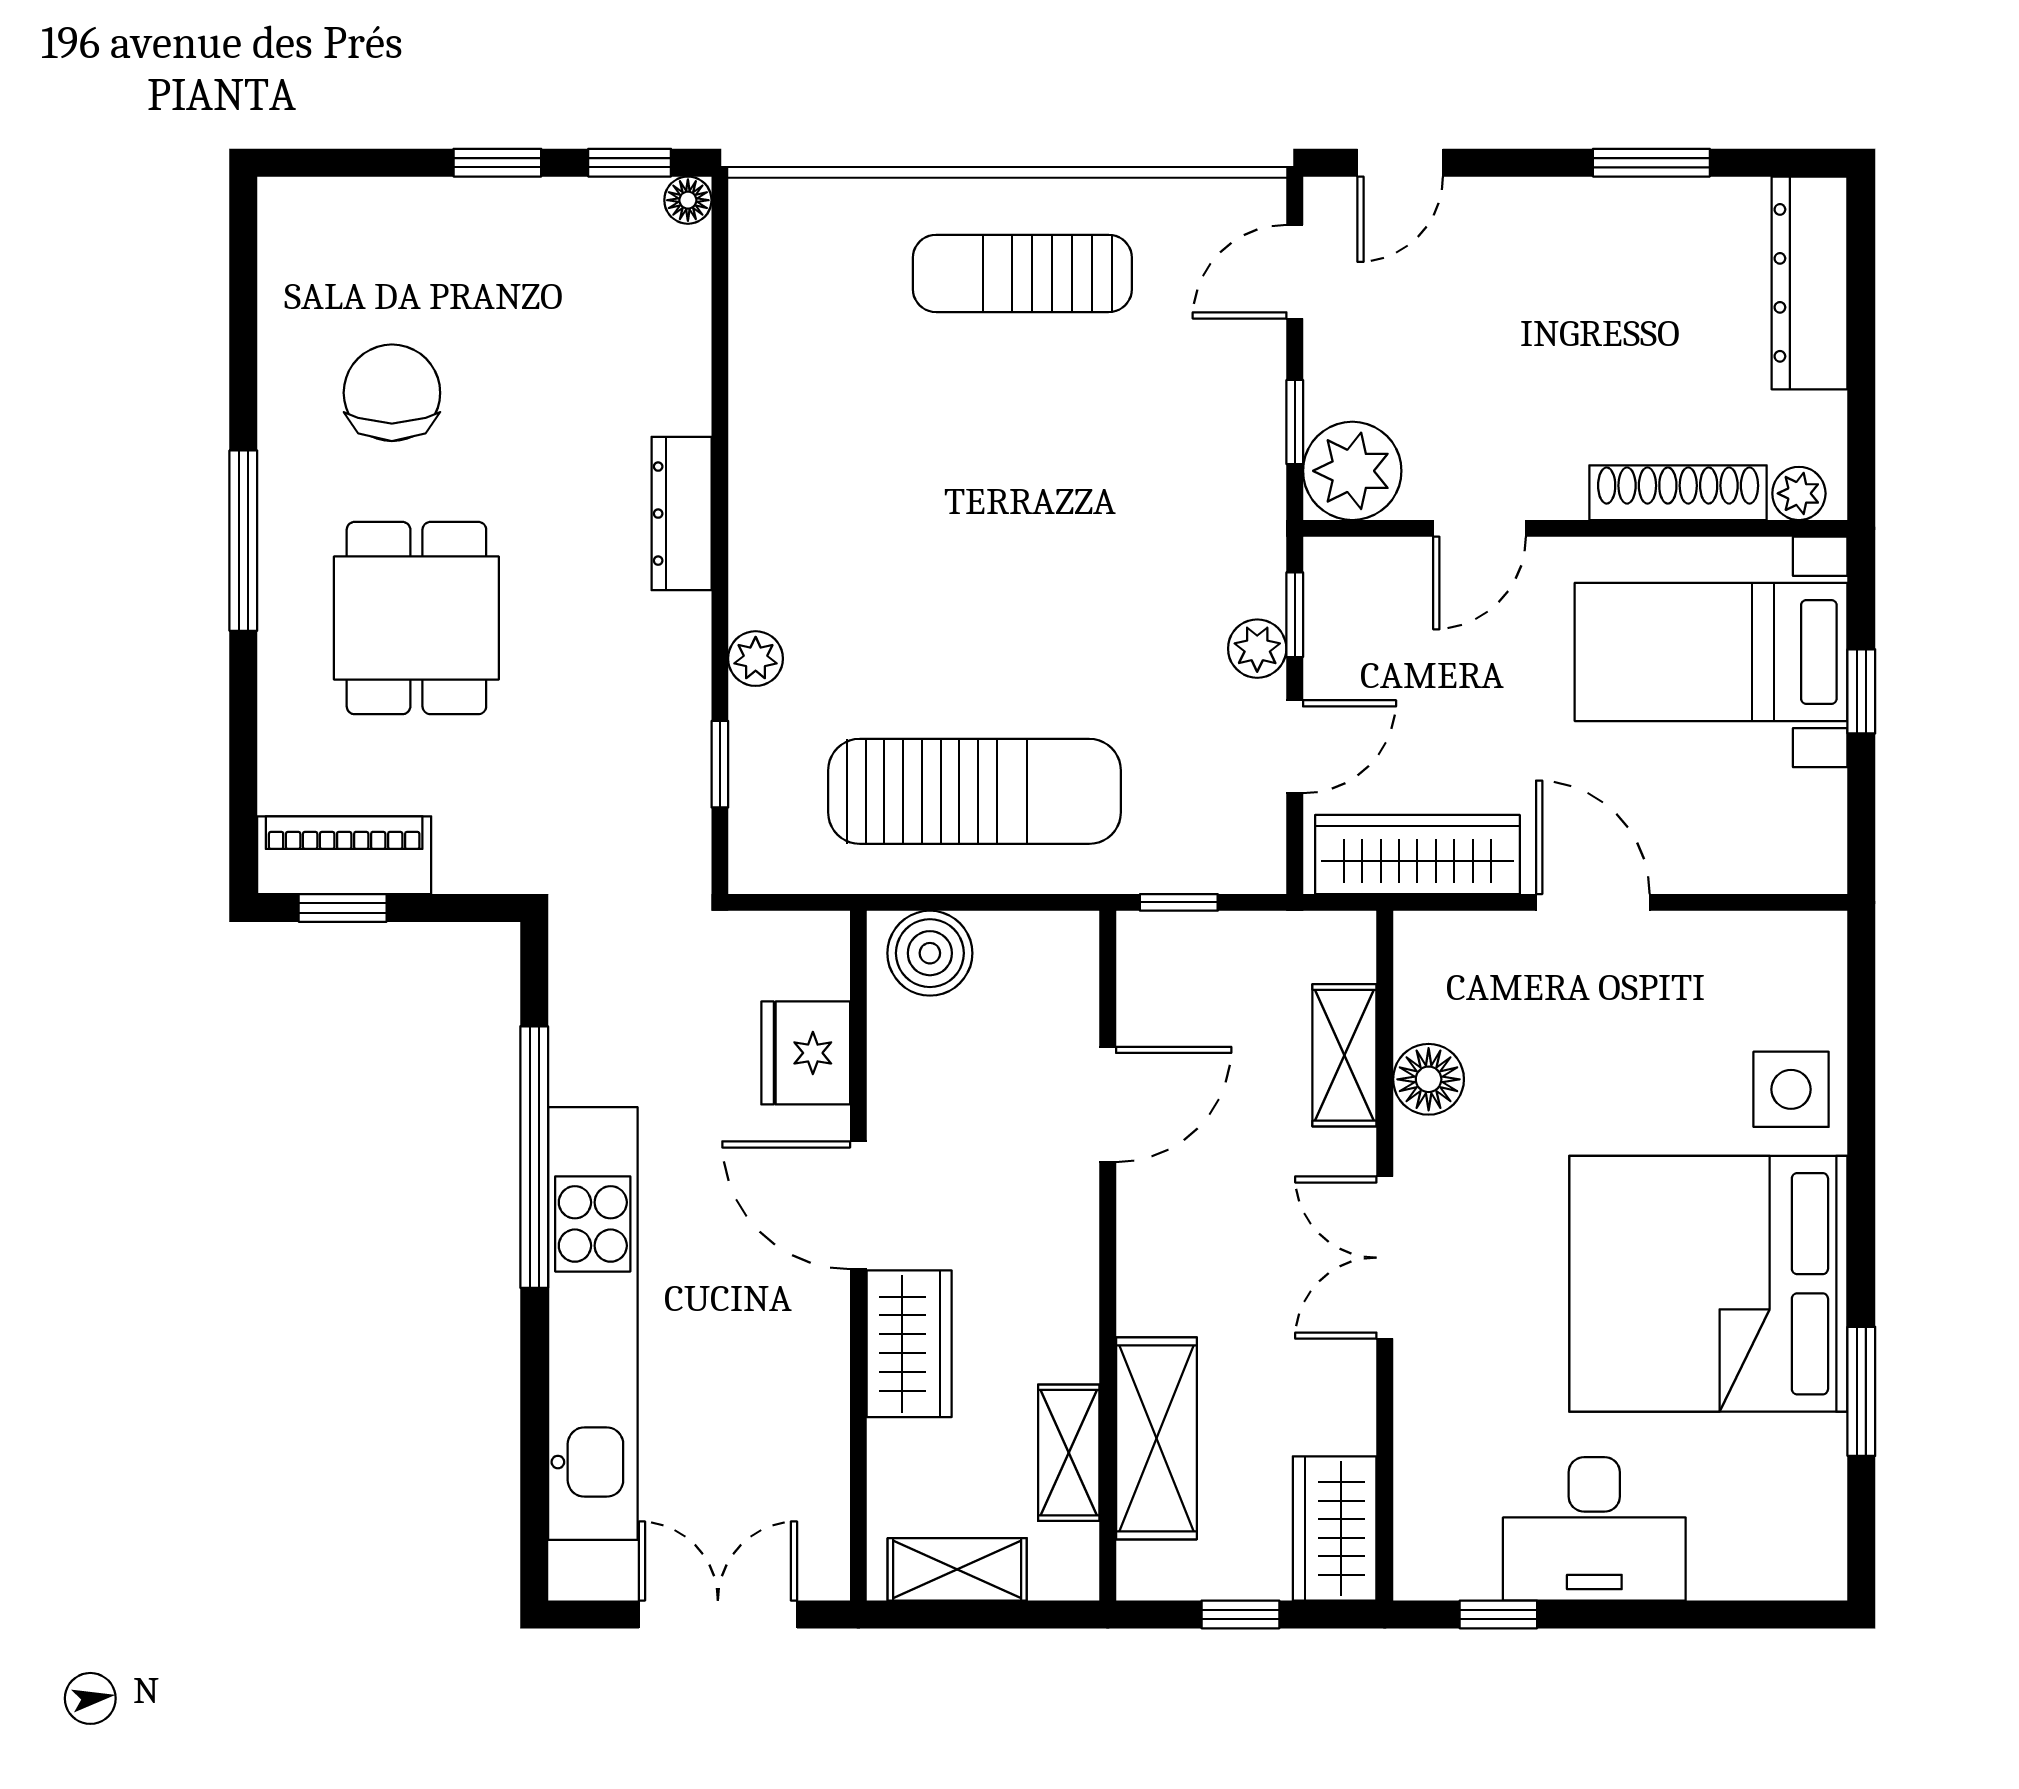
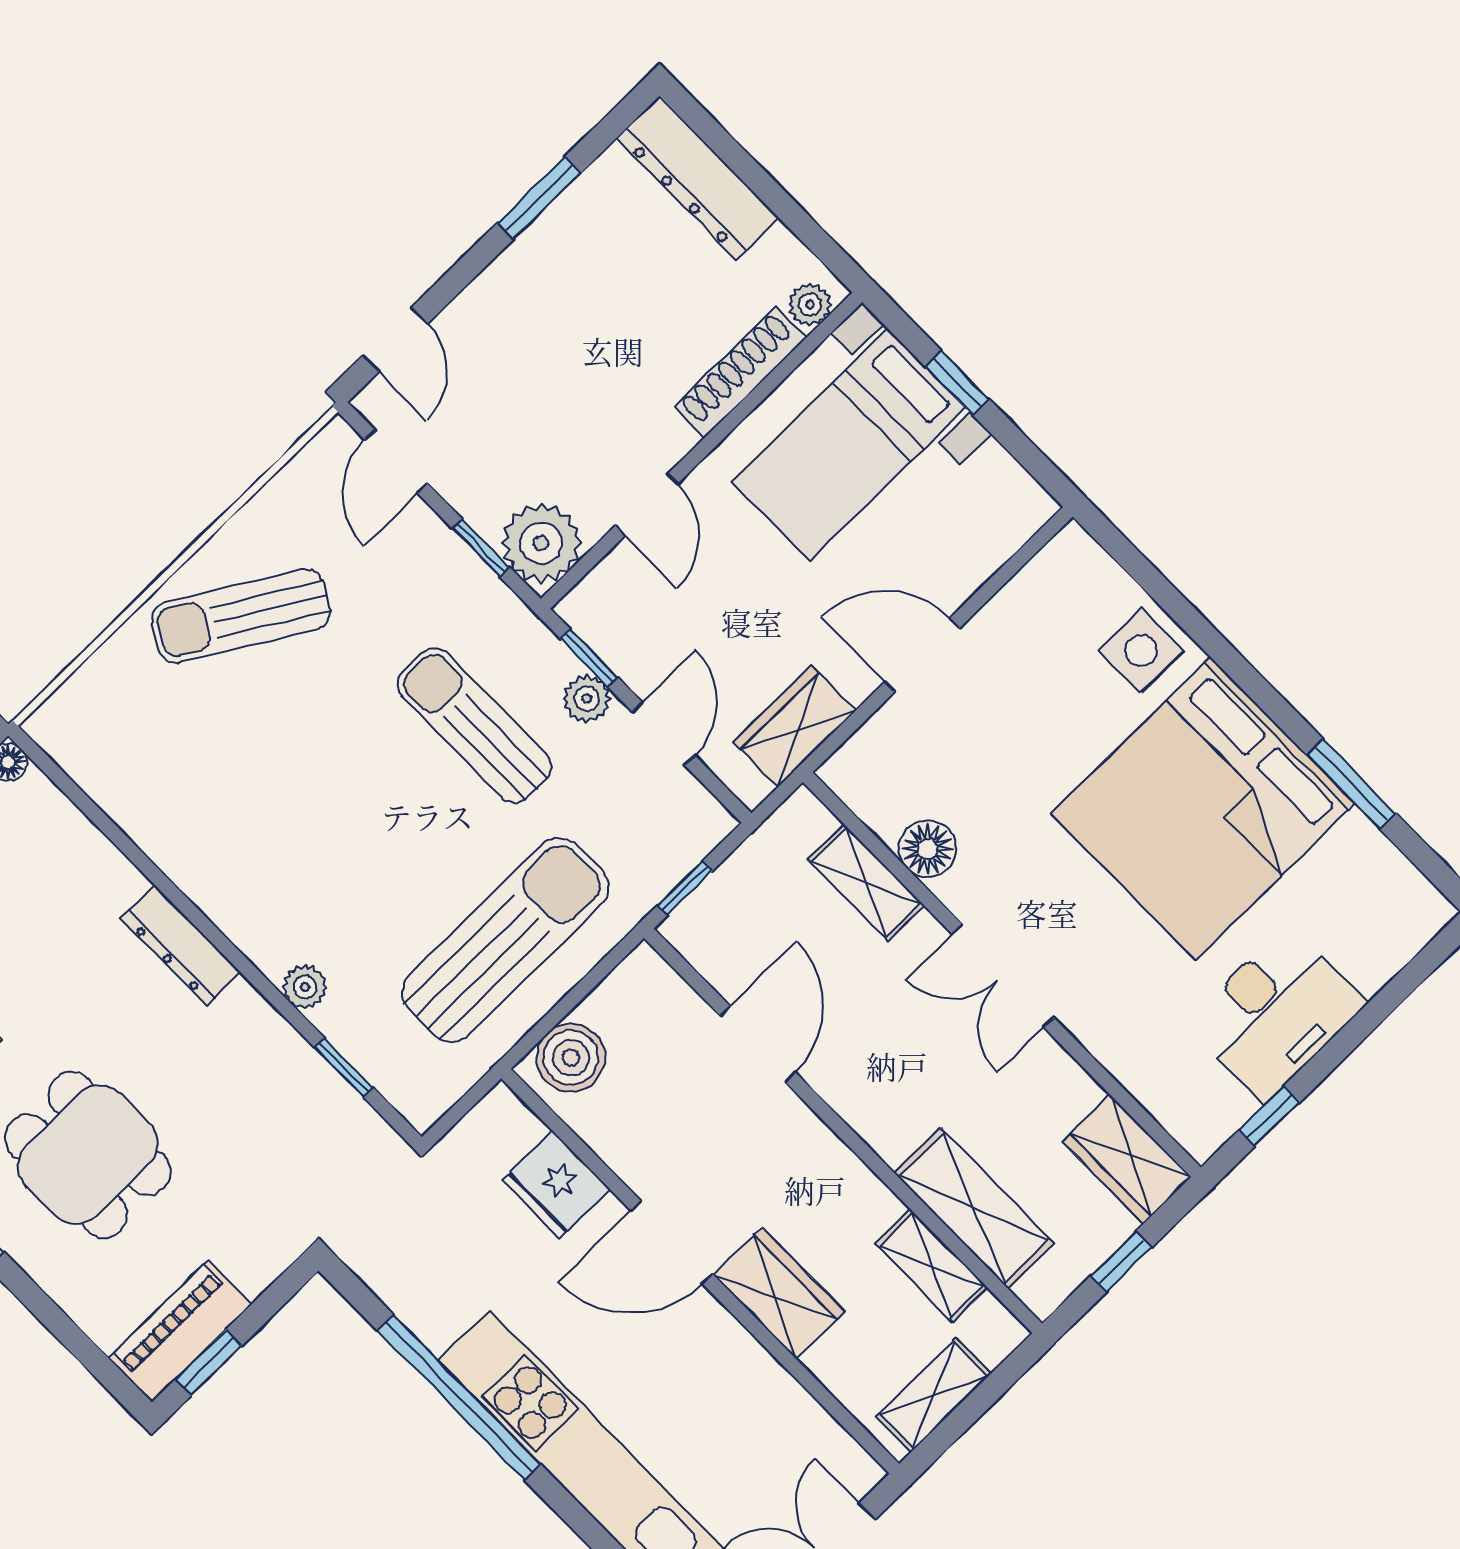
sun lounger: (1022, 273) -> (241, 616), turned 31
sun lounger: (1134, 574) -> (474, 726), added
wardrobe: (1417, 855) -> (795, 726), width x0.67

